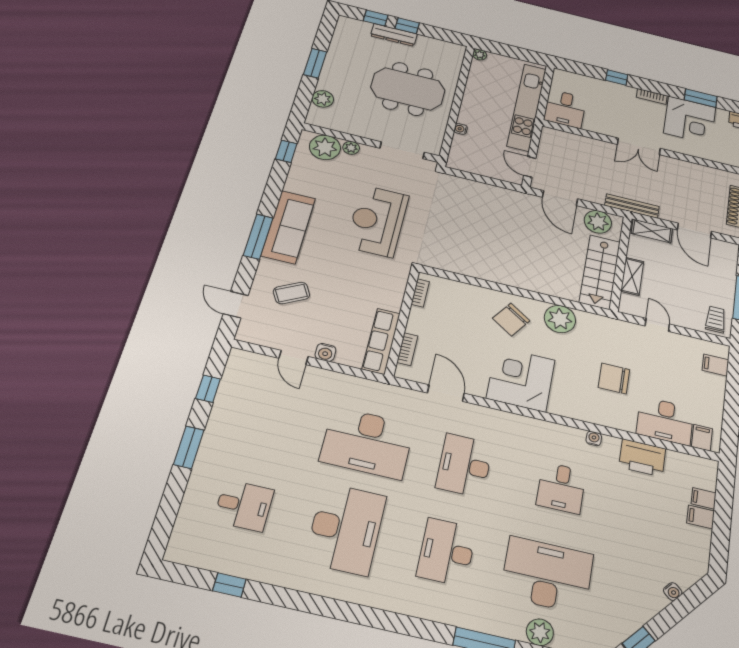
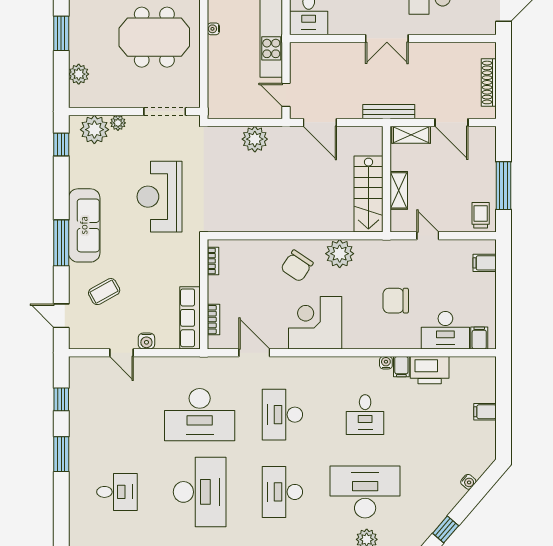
water cooler: (461, 129) -> (213, 29), moved
plant: (598, 222) -> (255, 139), moved
filing cabinet: (704, 498) -> (401, 367), moved, turned -90

